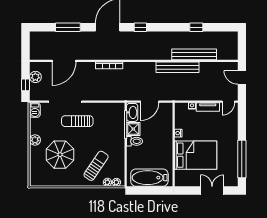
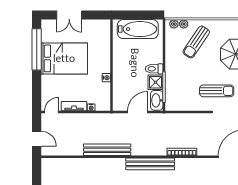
bench: (194, 54) -> (150, 164), moved
bed: (196, 155) -> (64, 58), moved, turned 180

